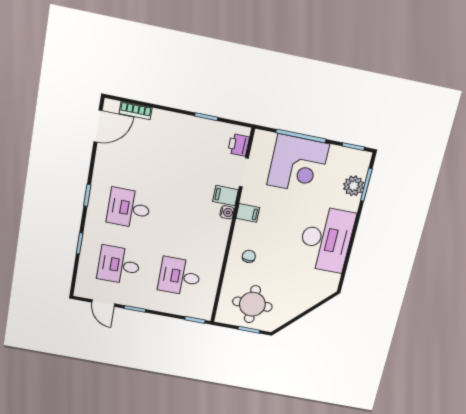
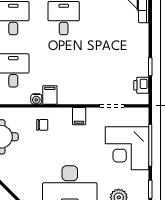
printer: (239, 145) -> (141, 85), moved, turned -90
filing cabinet: (225, 196) -> (50, 95), moved
water cooler: (227, 212) -> (36, 99), moved

